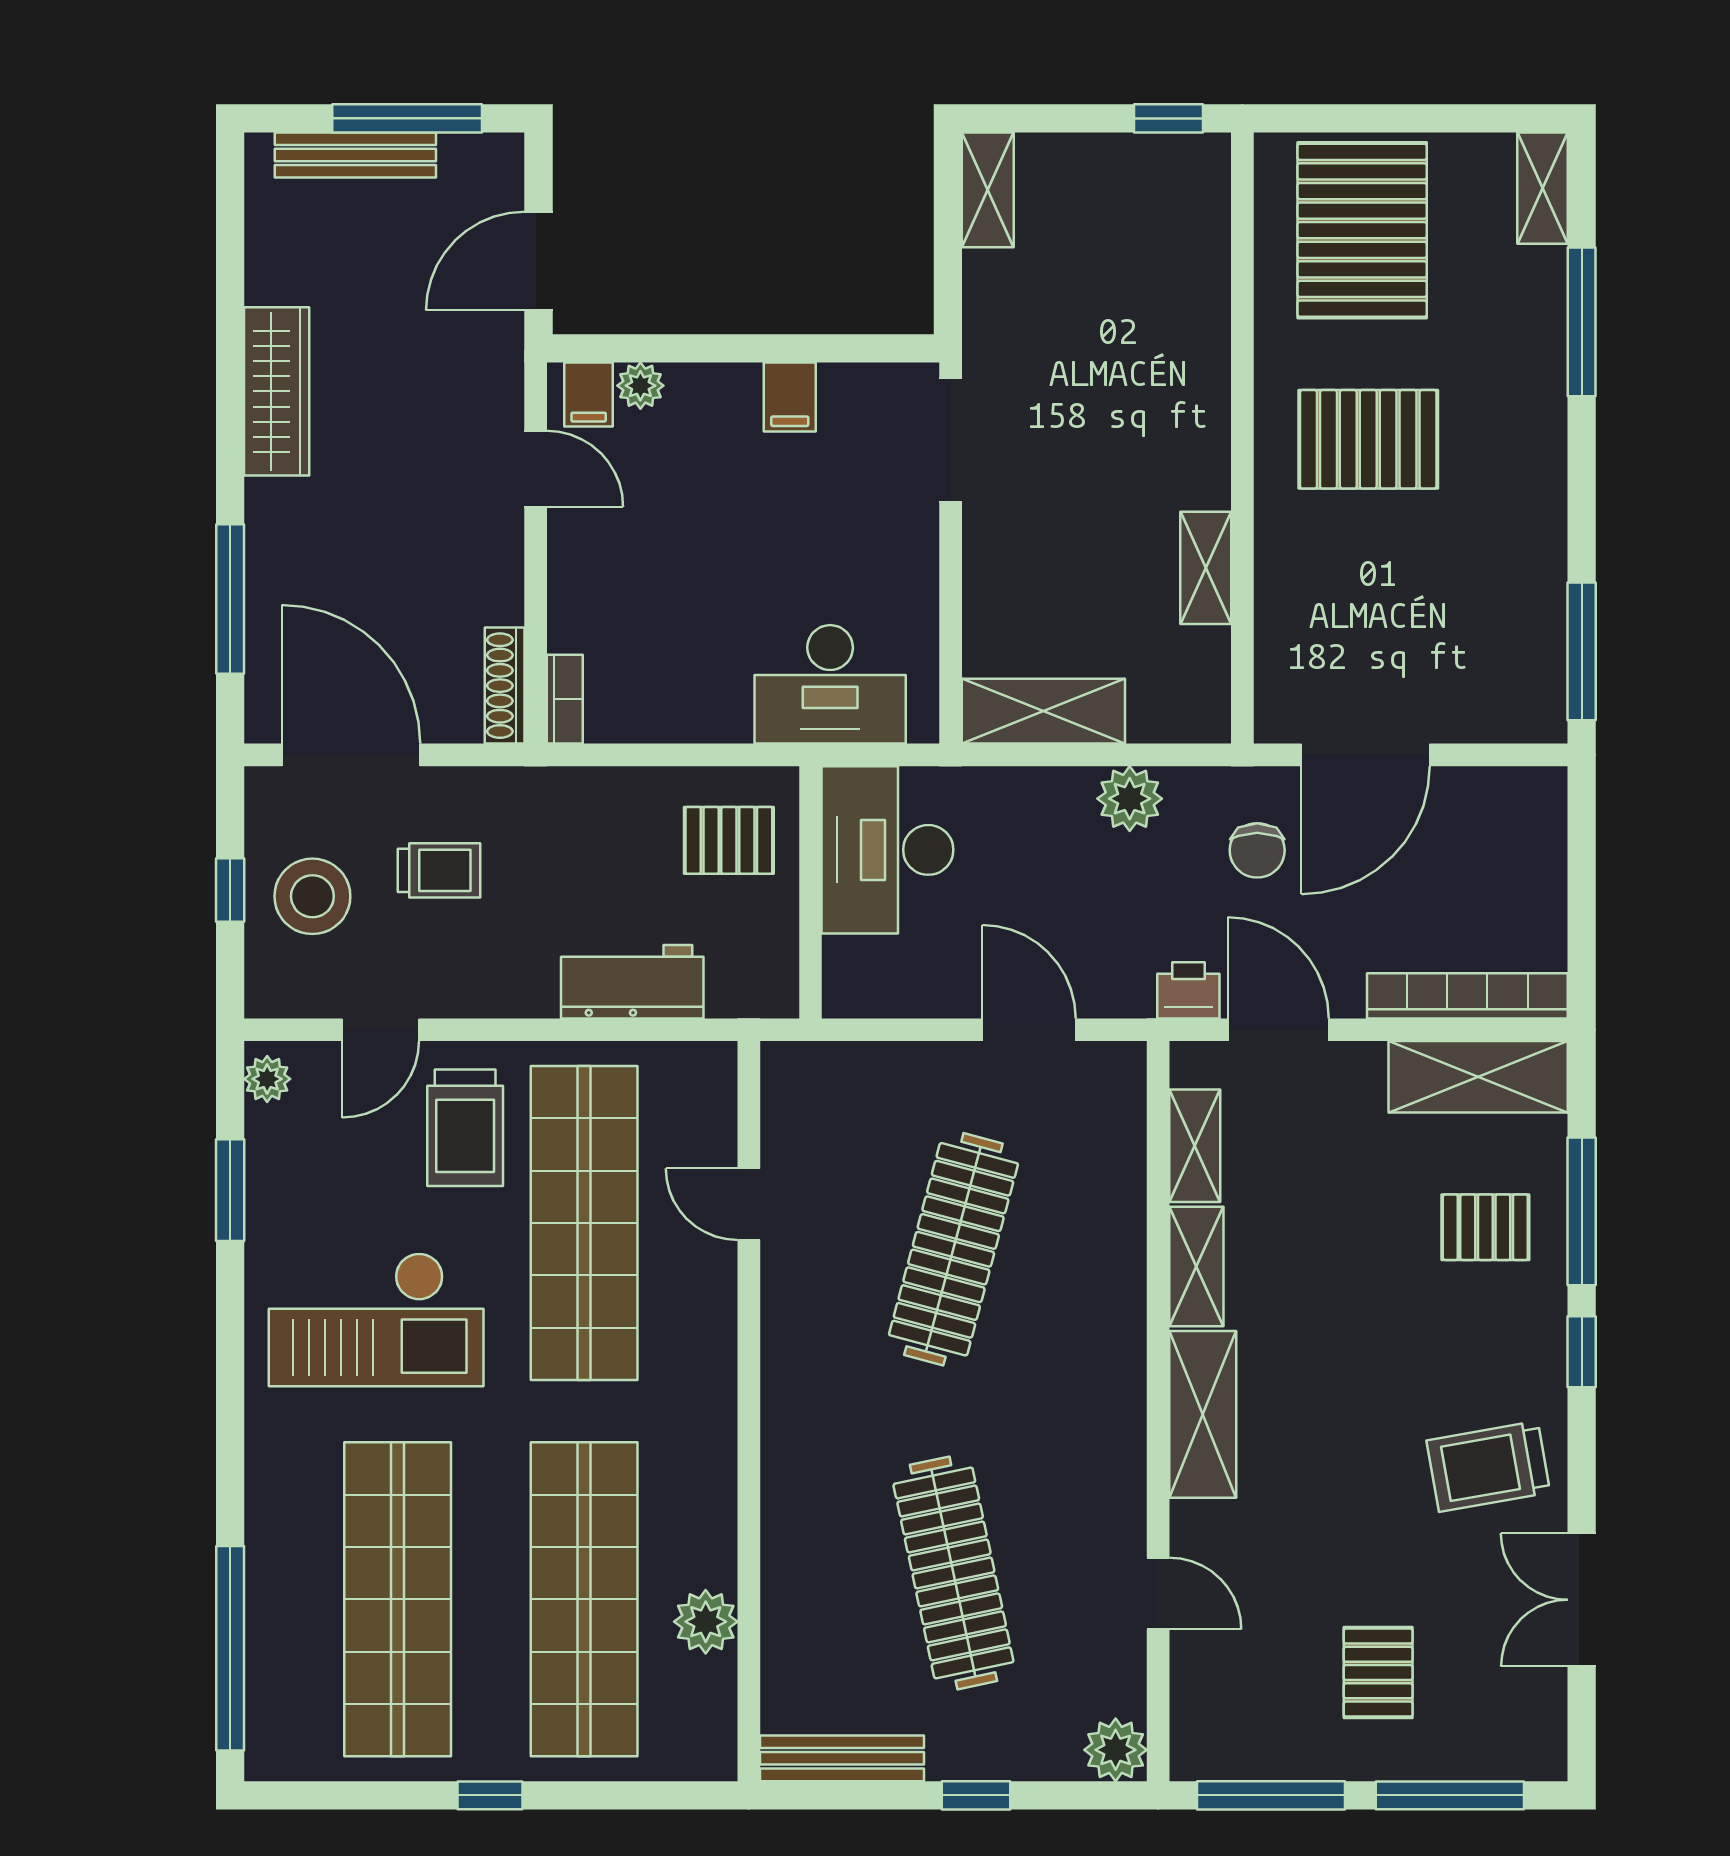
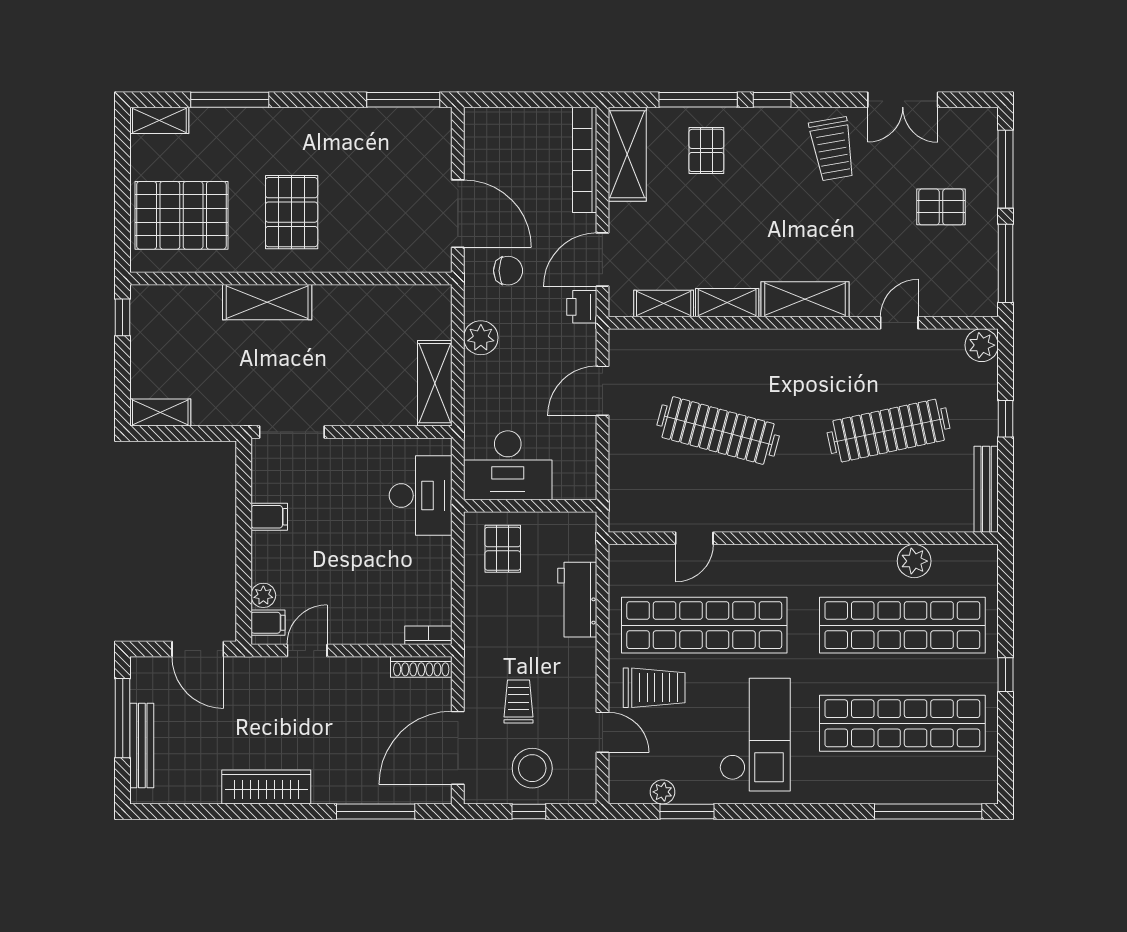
shelving: (1206, 568) -> (267, 302), moved, width x1.50, depth x1.33
plant: (267, 1079) -> (663, 792), moved

